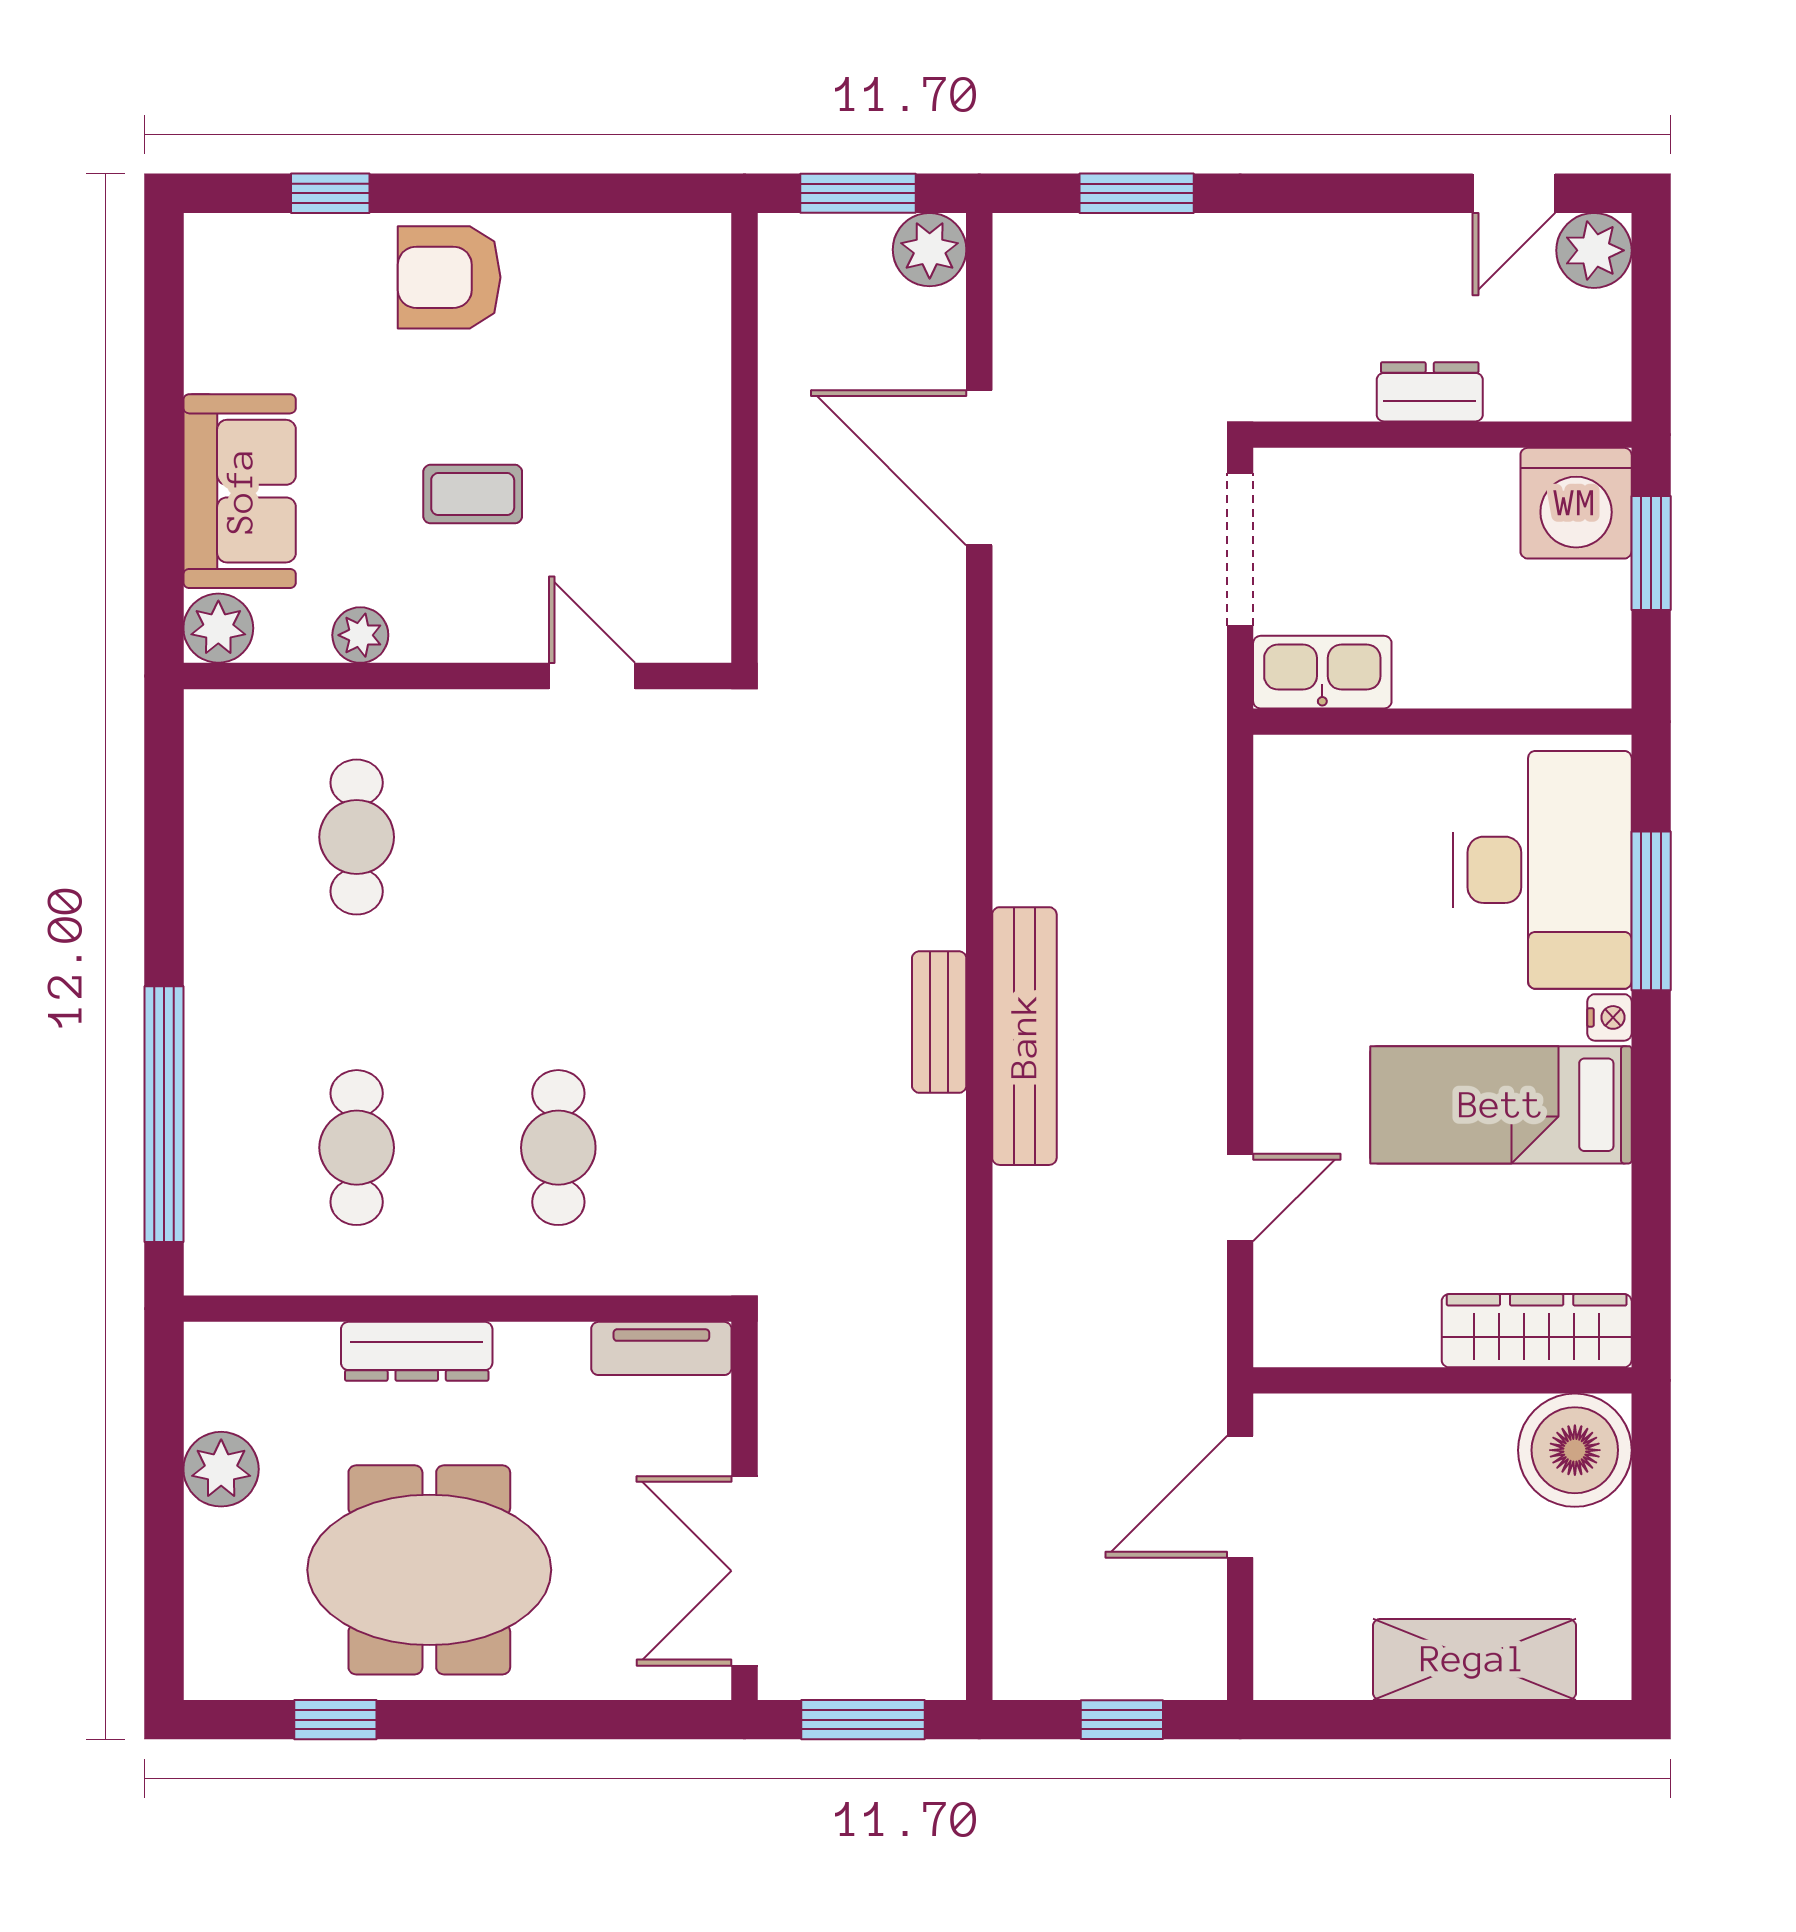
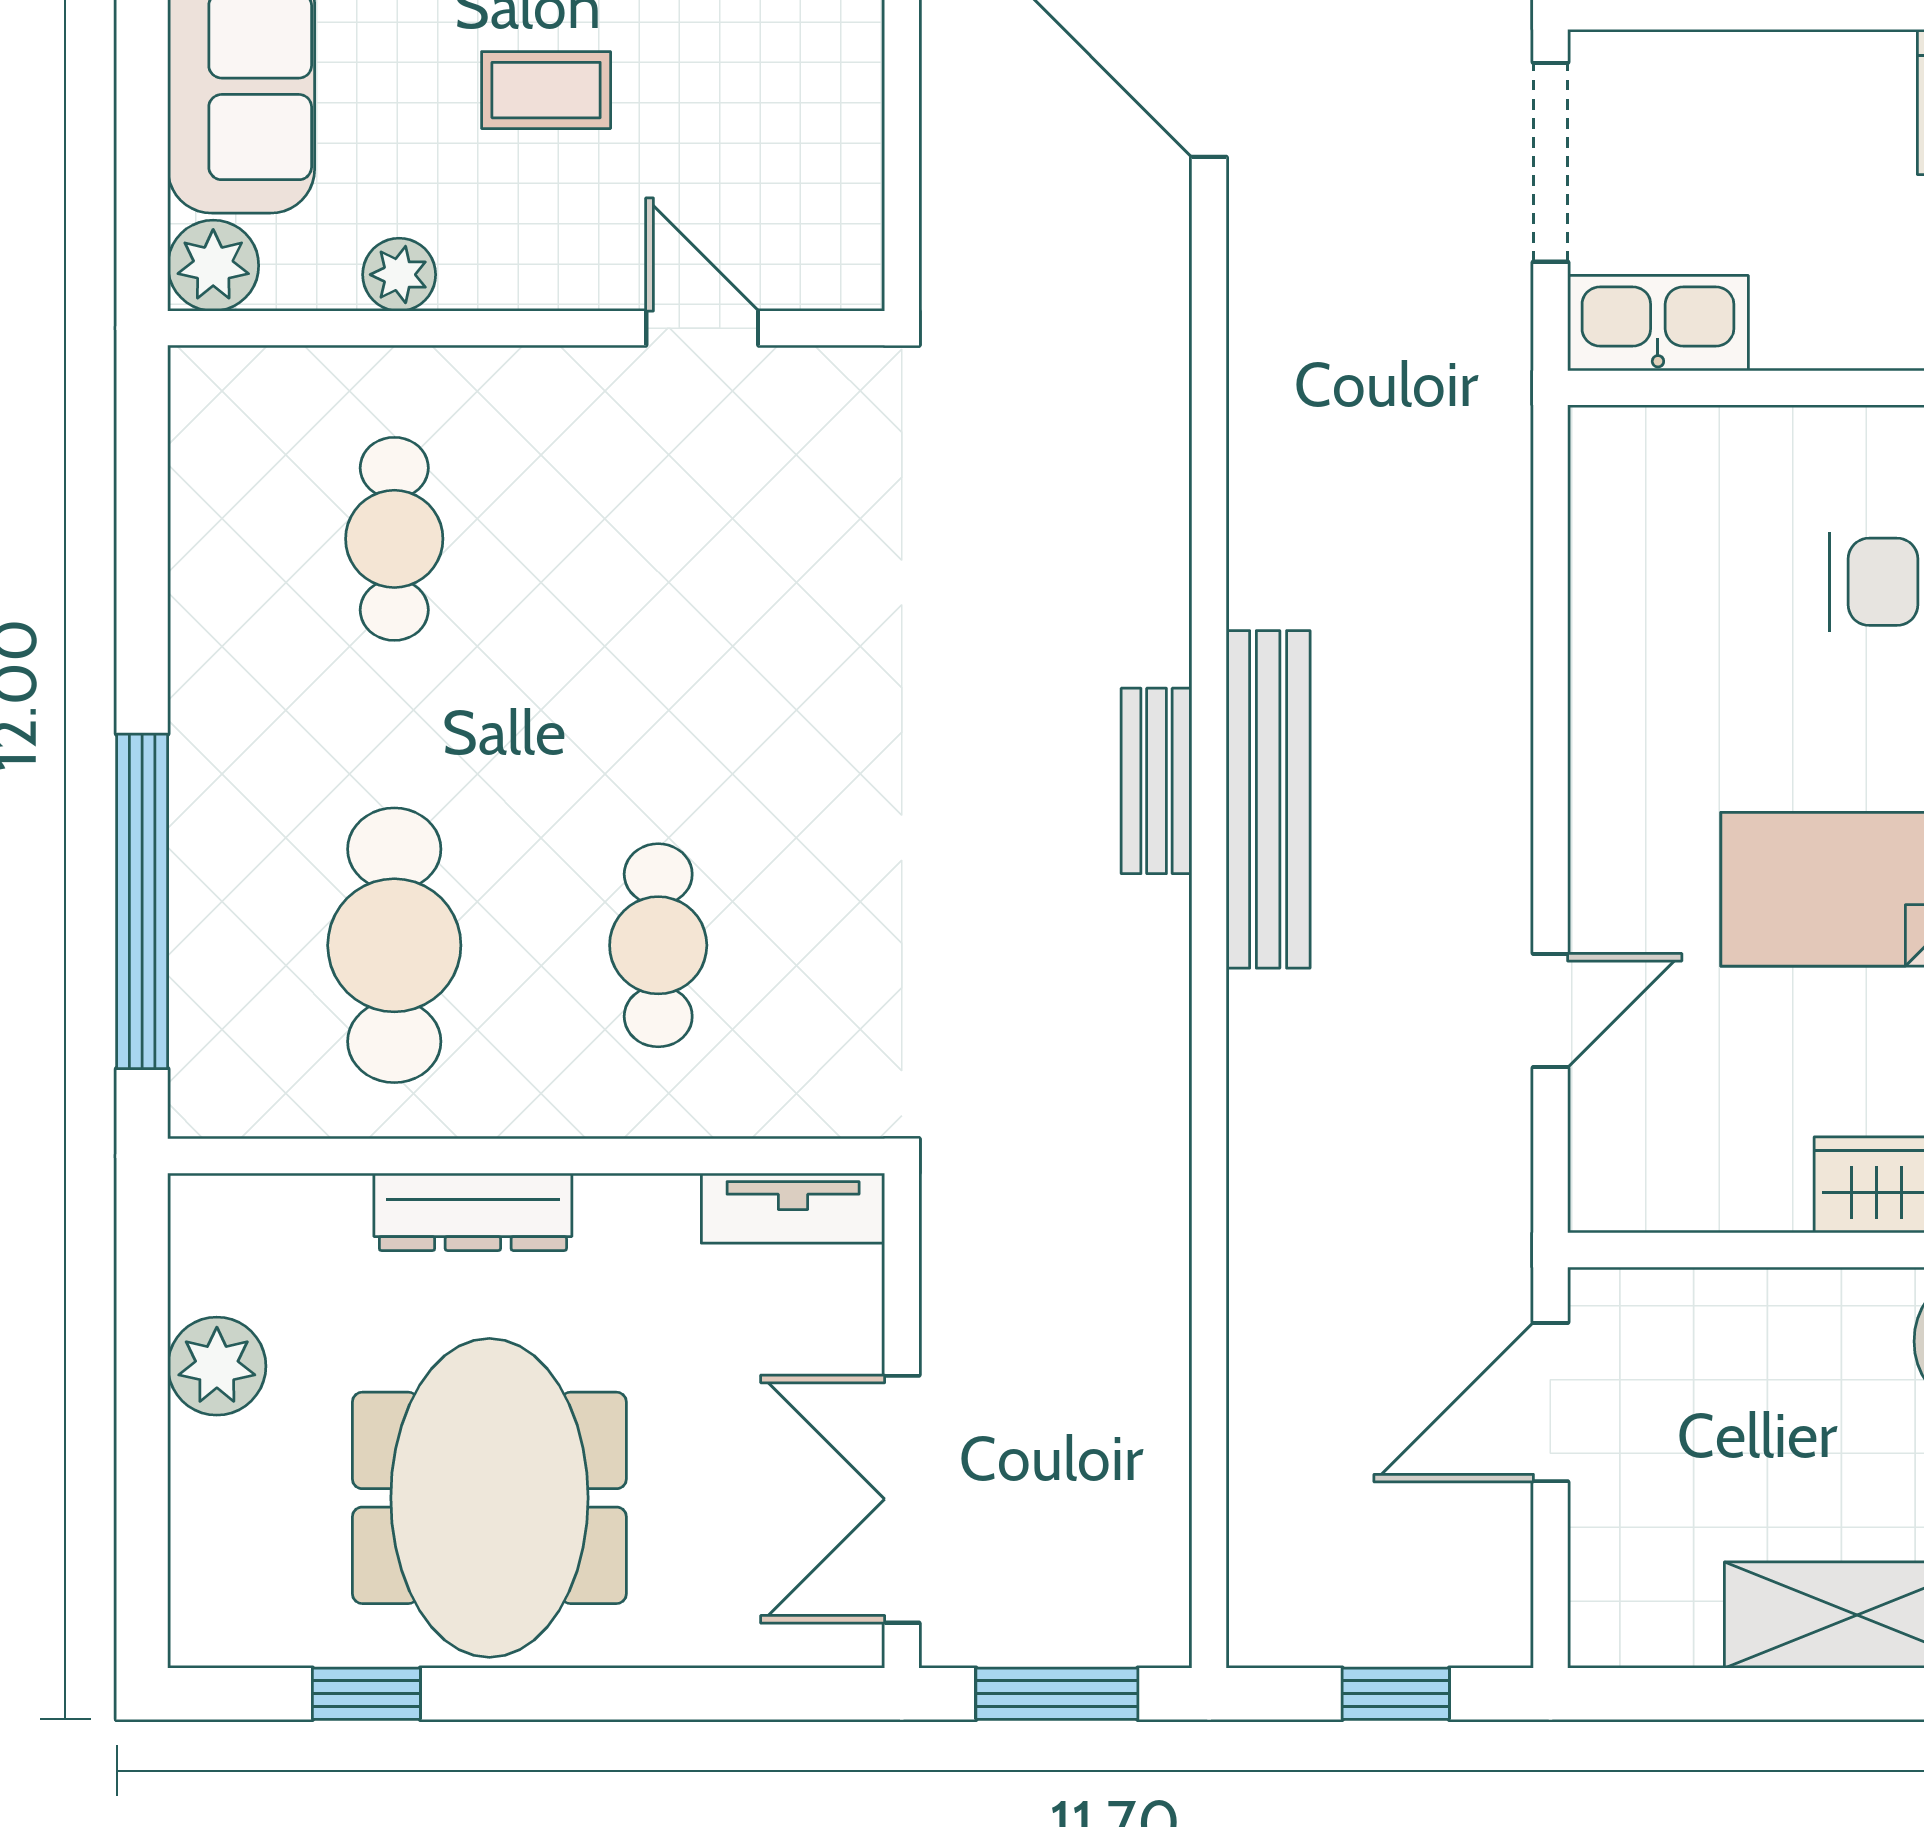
cafe table: (357, 1148) -> (394, 945), width x1.37, depth x1.35
meeting table: (429, 1570) -> (489, 1498), turned 90

